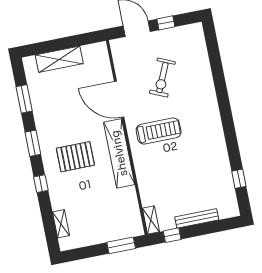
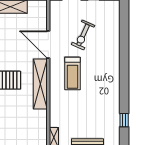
treadmill: (159, 131) -> (72, 74), turned 90

